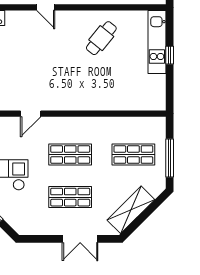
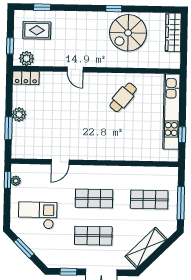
kitchen unit: (157, 42) -> (171, 112), width x1.36
window: (170, 55) -> (182, 135), moved
window: (43, 239) -> (68, 272), added

